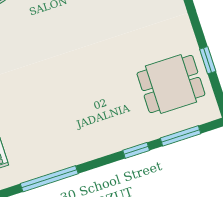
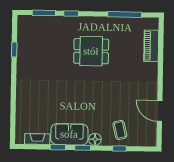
dining table: (171, 84) -> (91, 51), moved

